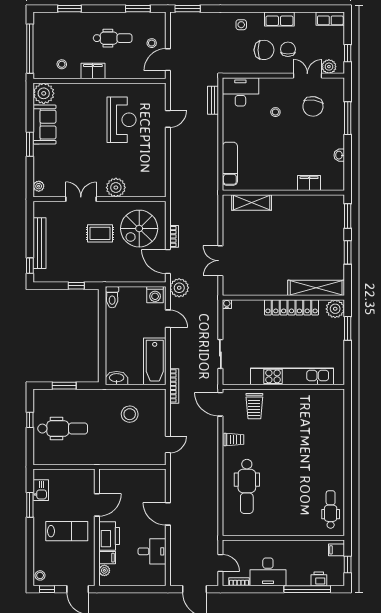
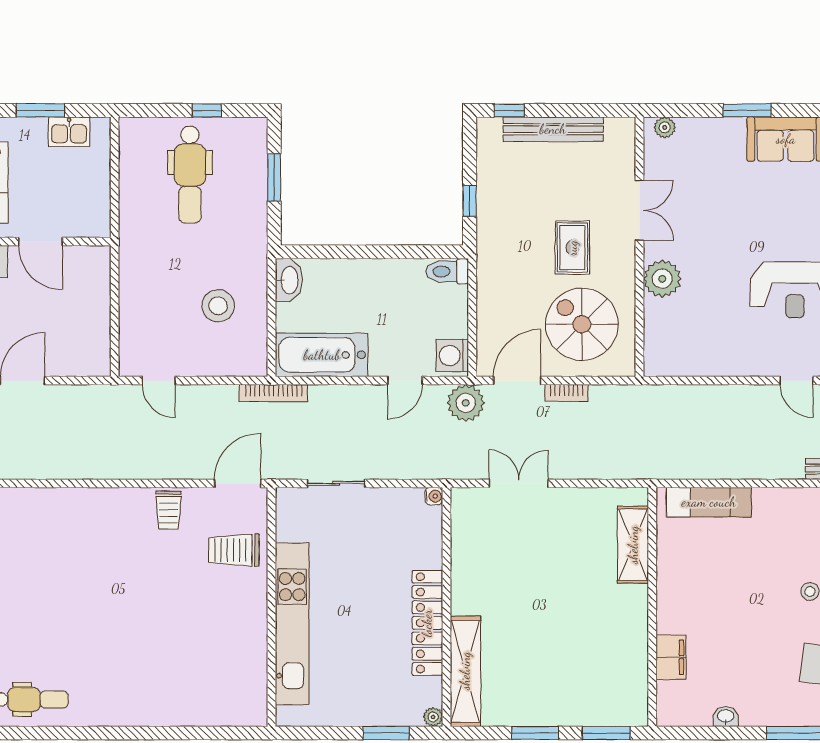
plant: (335, 309) -> (433, 717), width x0.53, depth x0.53
dental chair: (247, 486) -> (77, 535), removed

